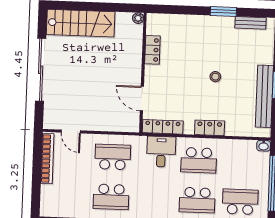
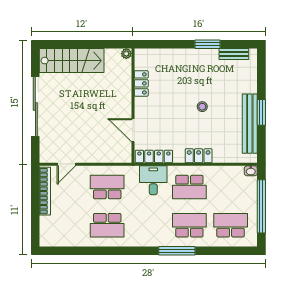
door: (71, 131) -> (66, 164), hinge flipped
school desk: (197, 200) -> (189, 225), turned 180

